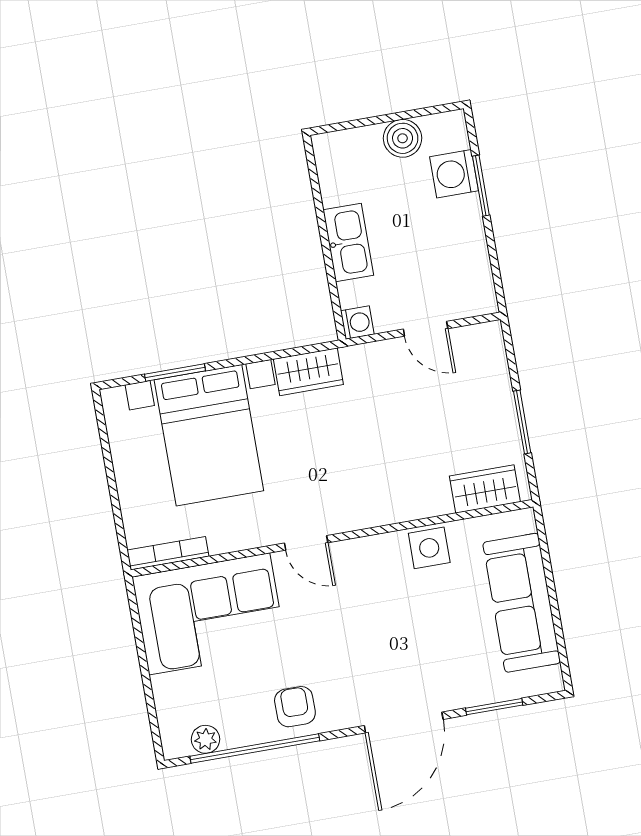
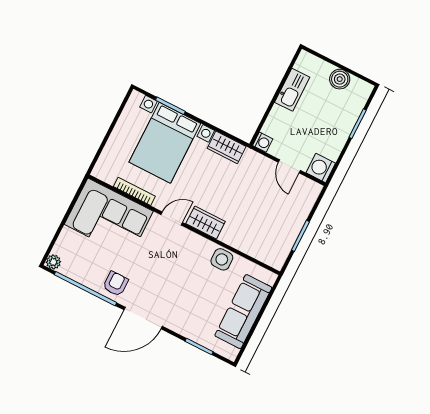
washing machine: (454, 174) -> (321, 168), moved
kitchen sink: (348, 243) -> (292, 90), moved
wardrobe: (485, 489) -> (206, 223), moved
door: (306, 543) -> (172, 219), swing flipped
bookcase: (168, 553) -> (134, 191), moved
door: (404, 722) -> (143, 318), moved
plant: (206, 739) -> (53, 262), moved

